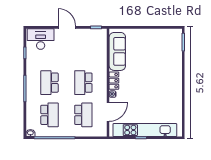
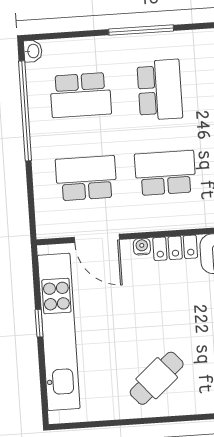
school desk: (50, 83) -> (160, 90), turned 90
cafe table: (166, 92) -> (157, 378), added
school desk: (83, 115) -> (86, 178), turned 180

